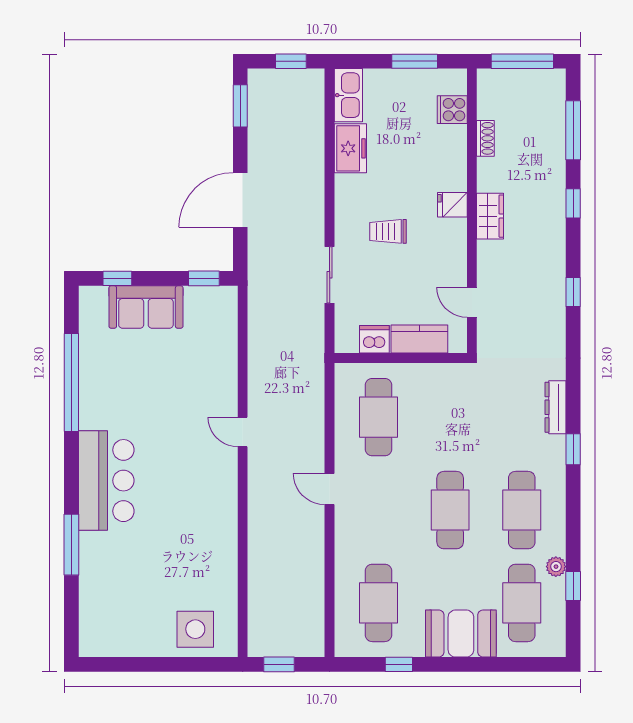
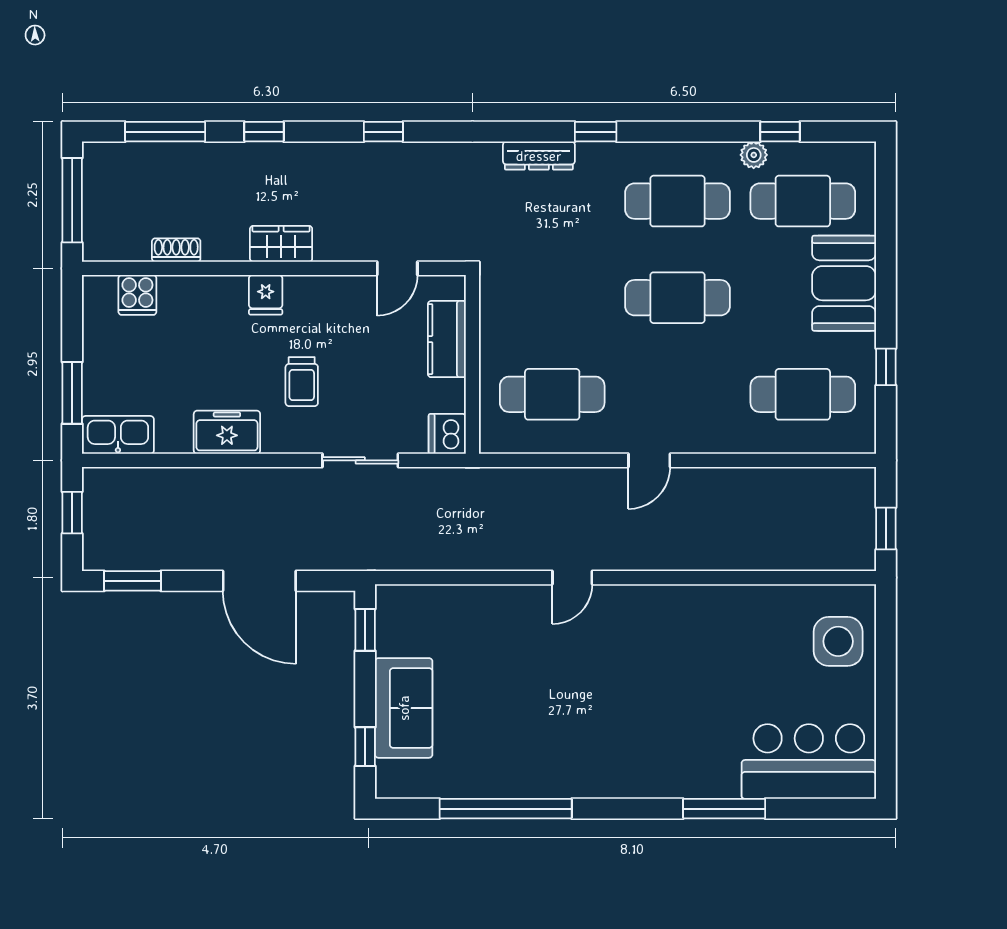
window: (415, 61) -> (72, 393), moved
freezer: (350, 148) -> (227, 432), moved
dishwasher: (374, 339) -> (447, 434), moved
bar counter: (106, 481) -> (809, 761), moved

